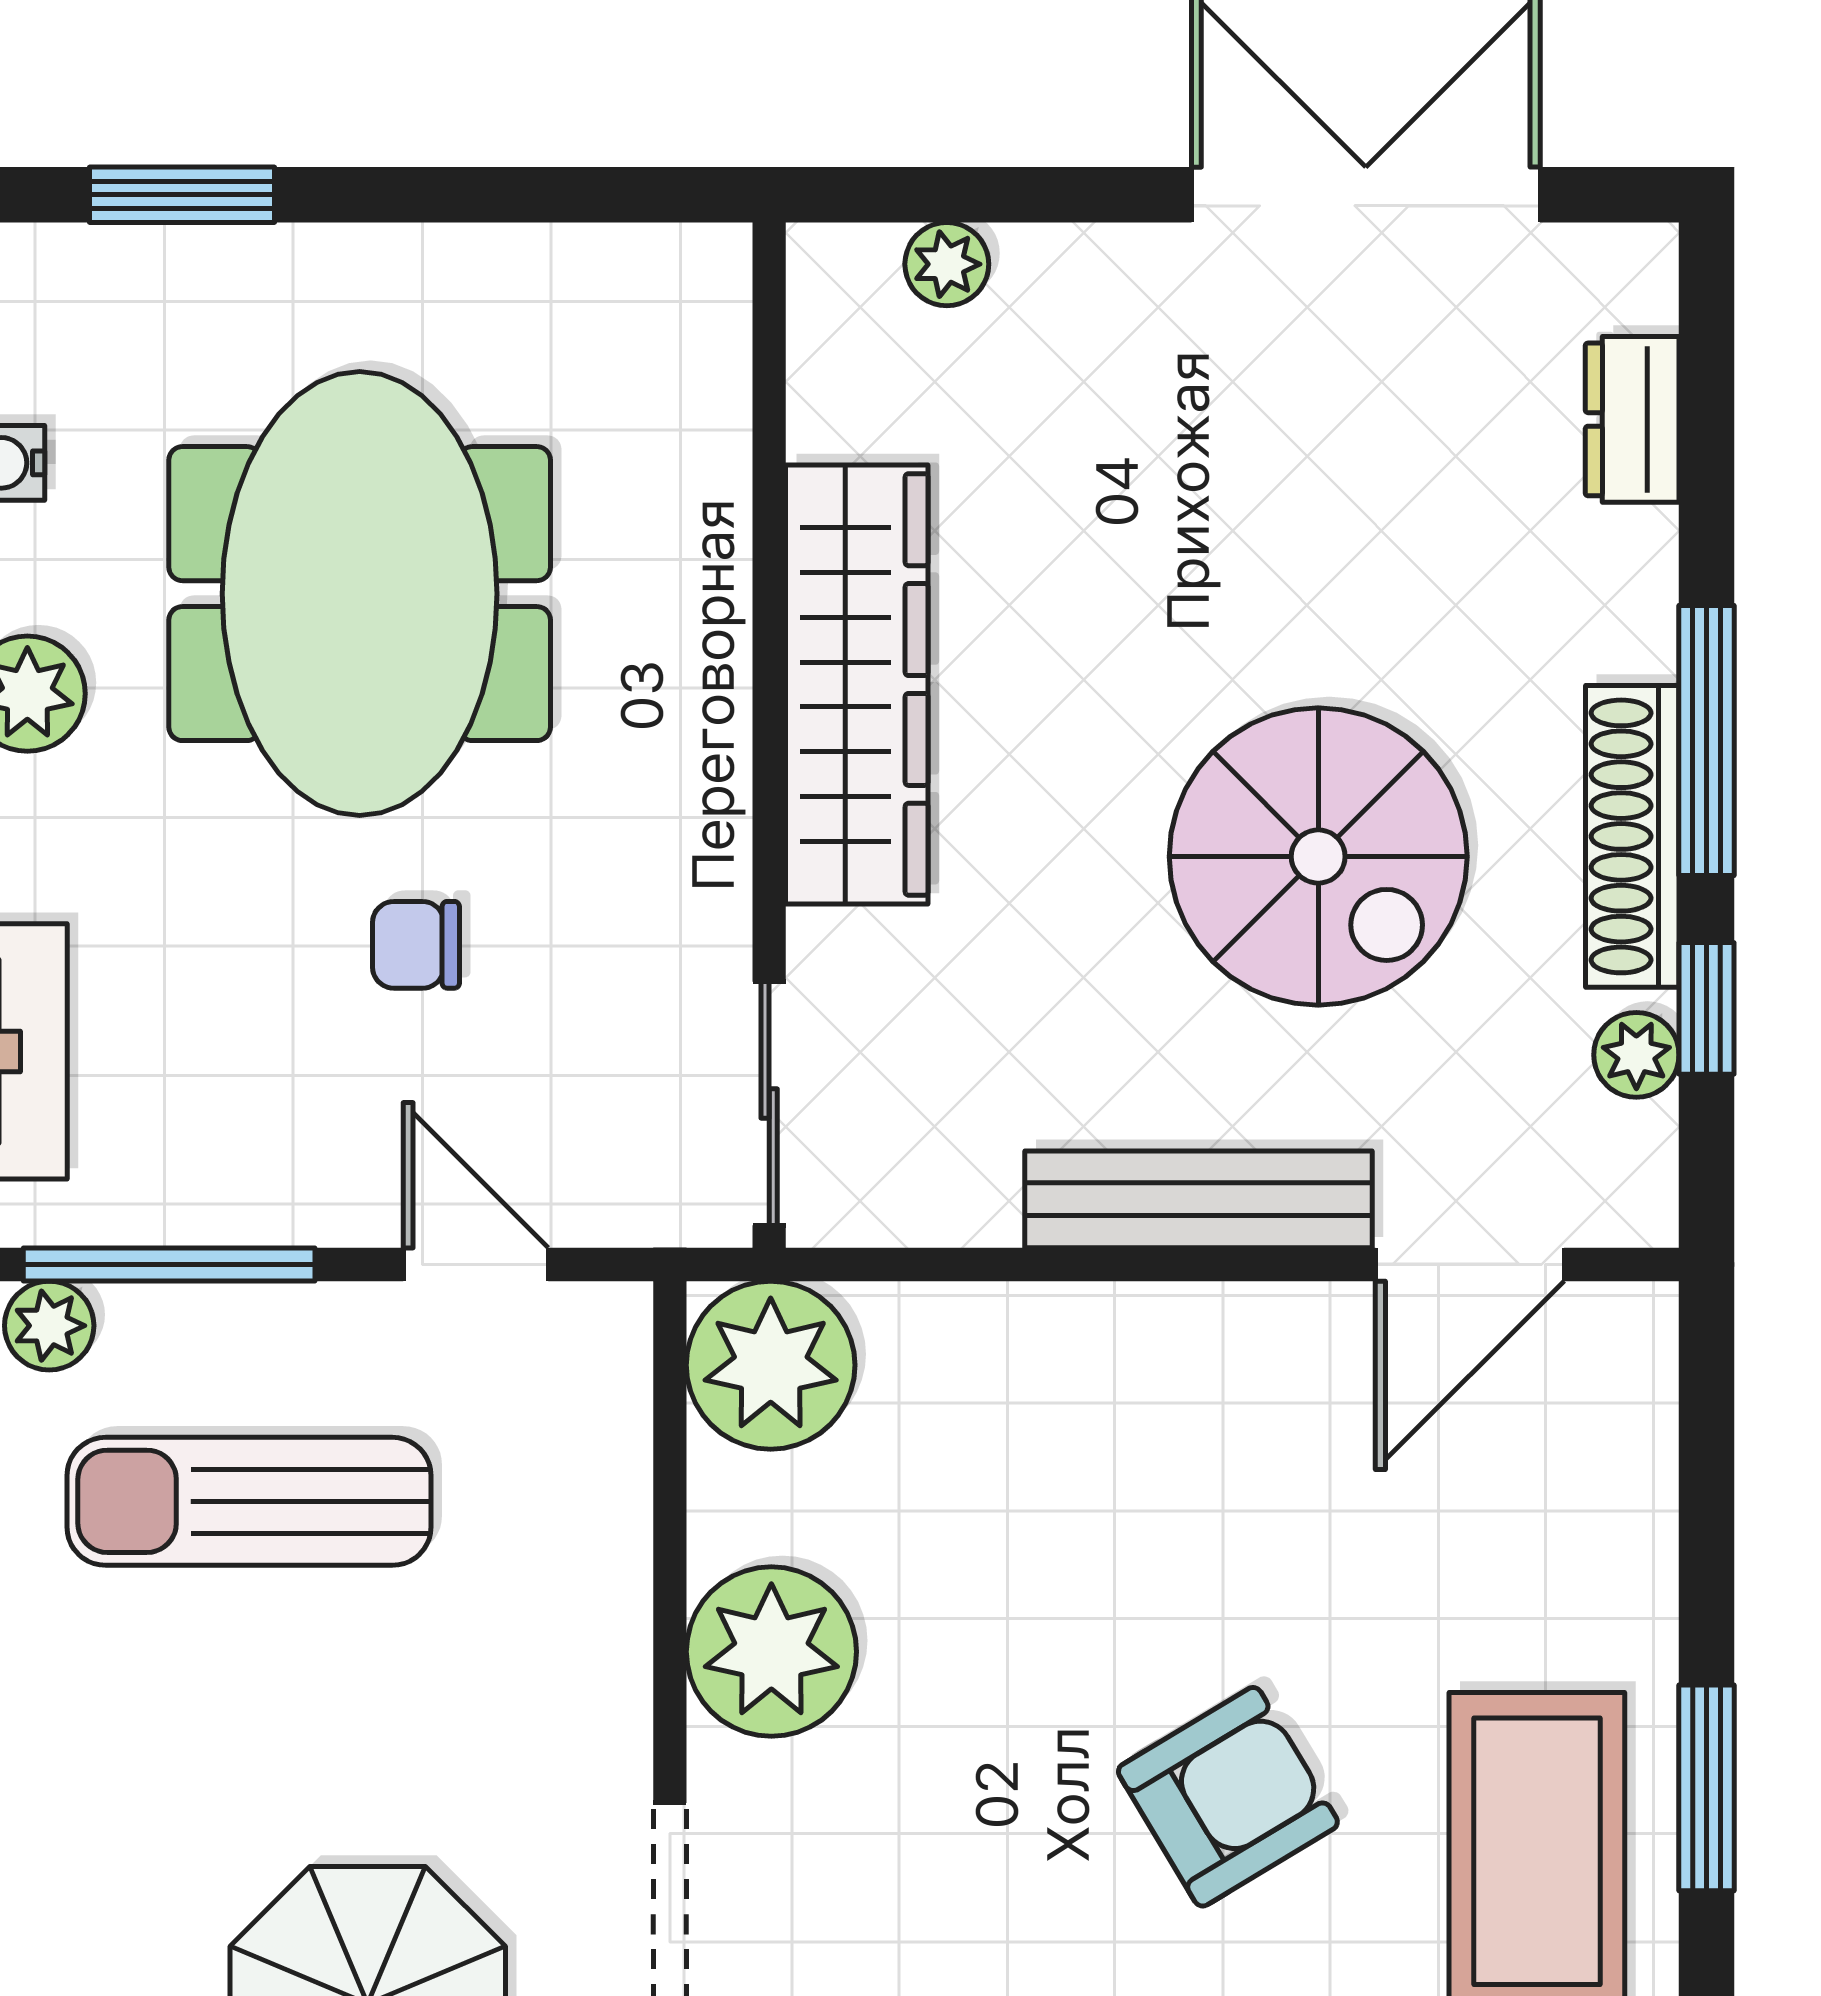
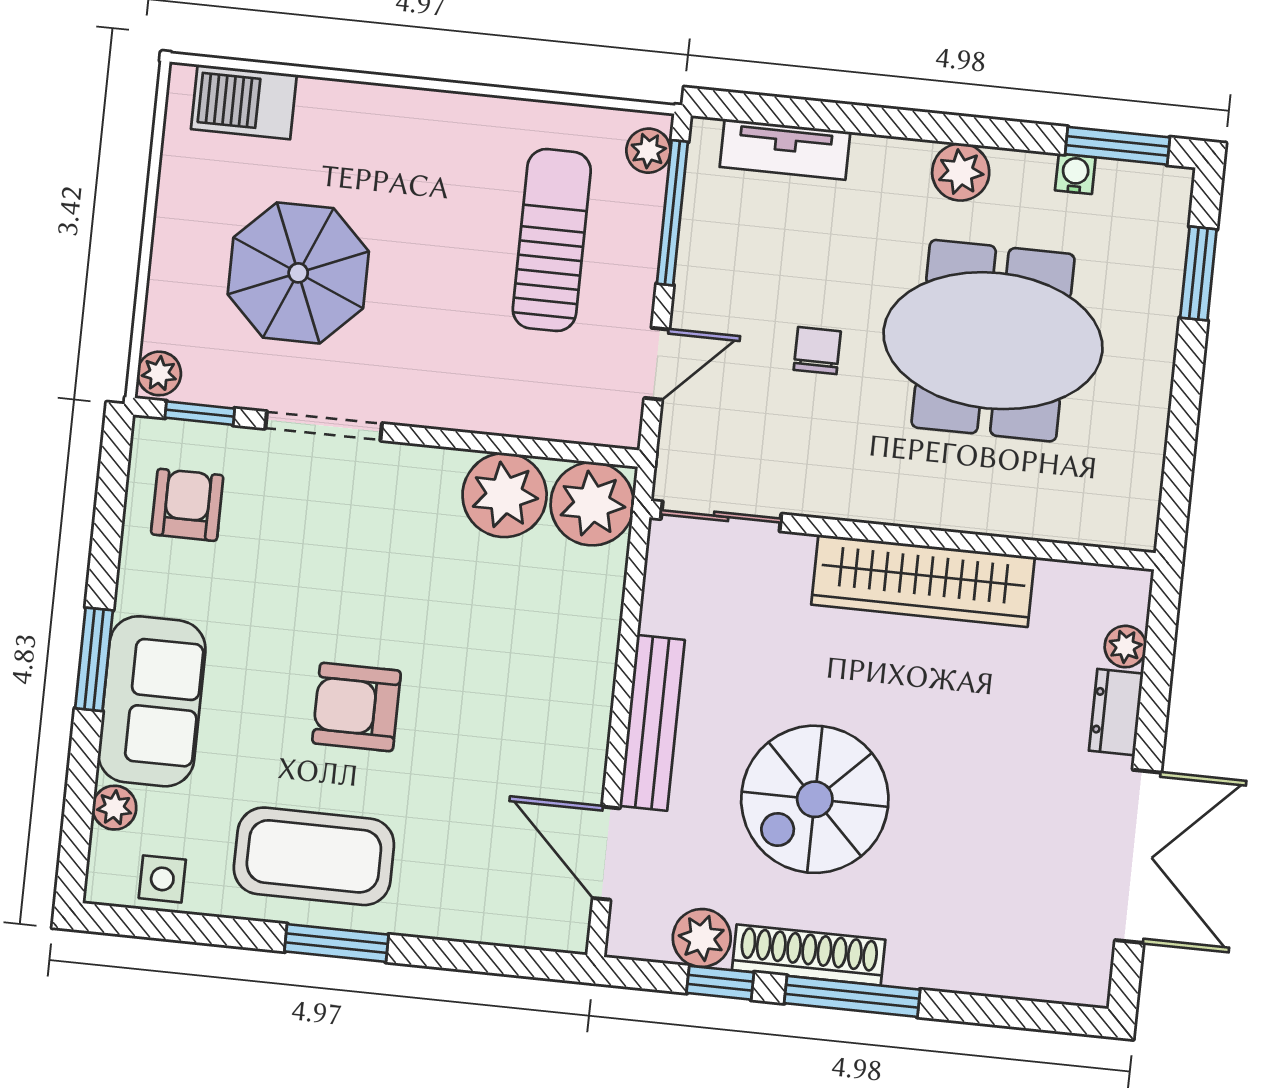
dresser: (1632, 419) -> (1116, 712), moved, turned -90
plant: (1636, 1055) -> (702, 938), width x1.38, depth x1.38
plant: (771, 1652) -> (505, 495), moved
armchair: (1228, 1797) -> (356, 707), turned 121

